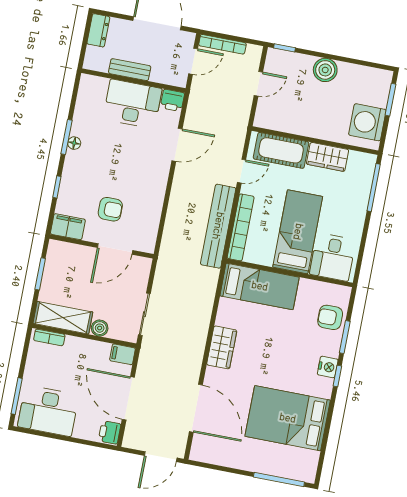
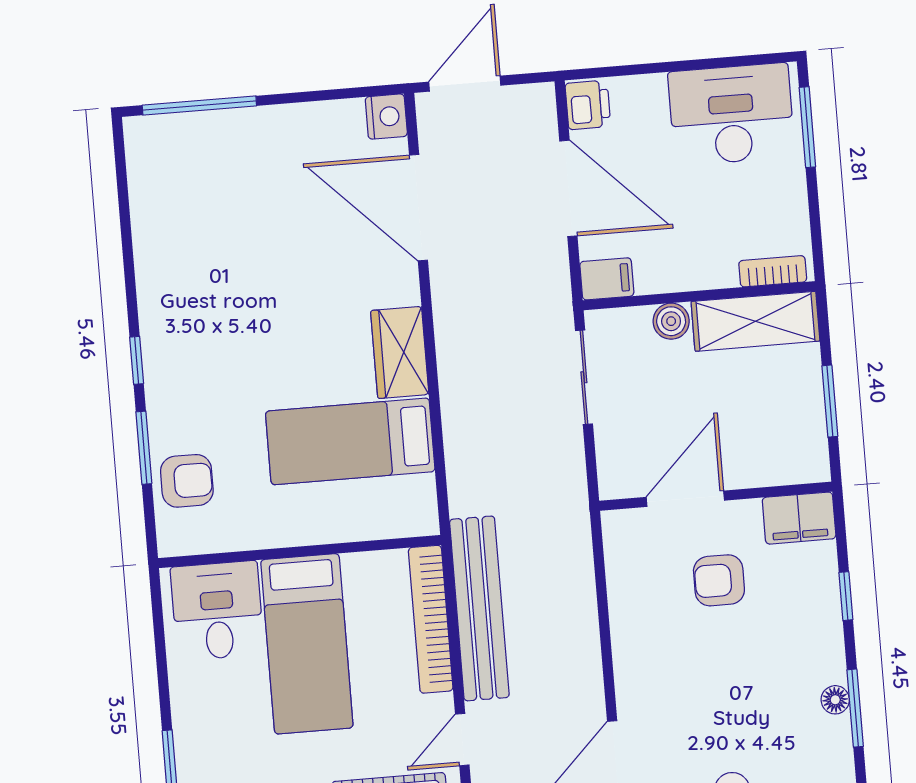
bed: (260, 286) -> (350, 441), moved
nightstand: (328, 367) -> (386, 117), moved, turned 180
bed: (288, 418) -> (217, 241), removed

